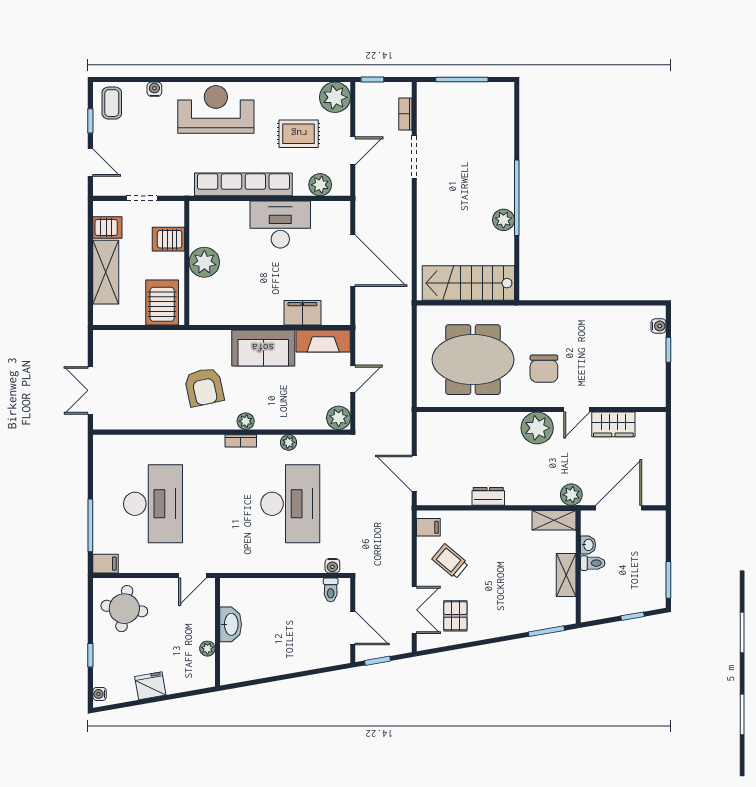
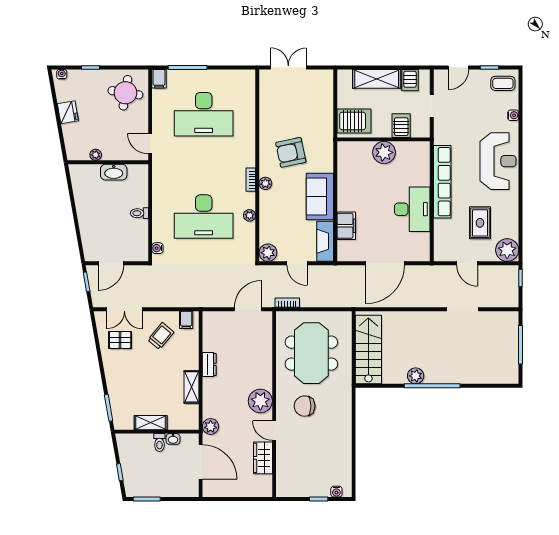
bookcase: (405, 114) -> (287, 303), moved
plant: (320, 185) -> (442, 239), removed
door: (414, 473) -> (248, 309), moved
shelving: (554, 520) -> (191, 387), moved
toilet: (331, 590) -> (139, 213), moved

